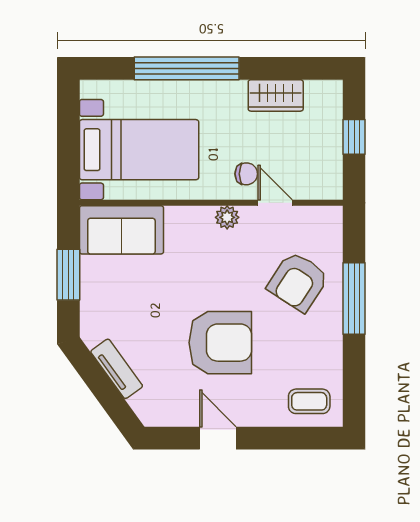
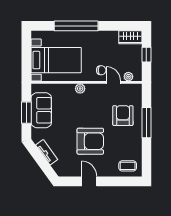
wardrobe: (276, 95) -> (130, 37), moved
plant: (311, 189) -> (128, 77), added
plant: (227, 217) -> (80, 89), moved
sofa: (121, 230) -> (41, 110), moved, turned -90
armchair: (298, 282) -> (123, 116), turned 147

